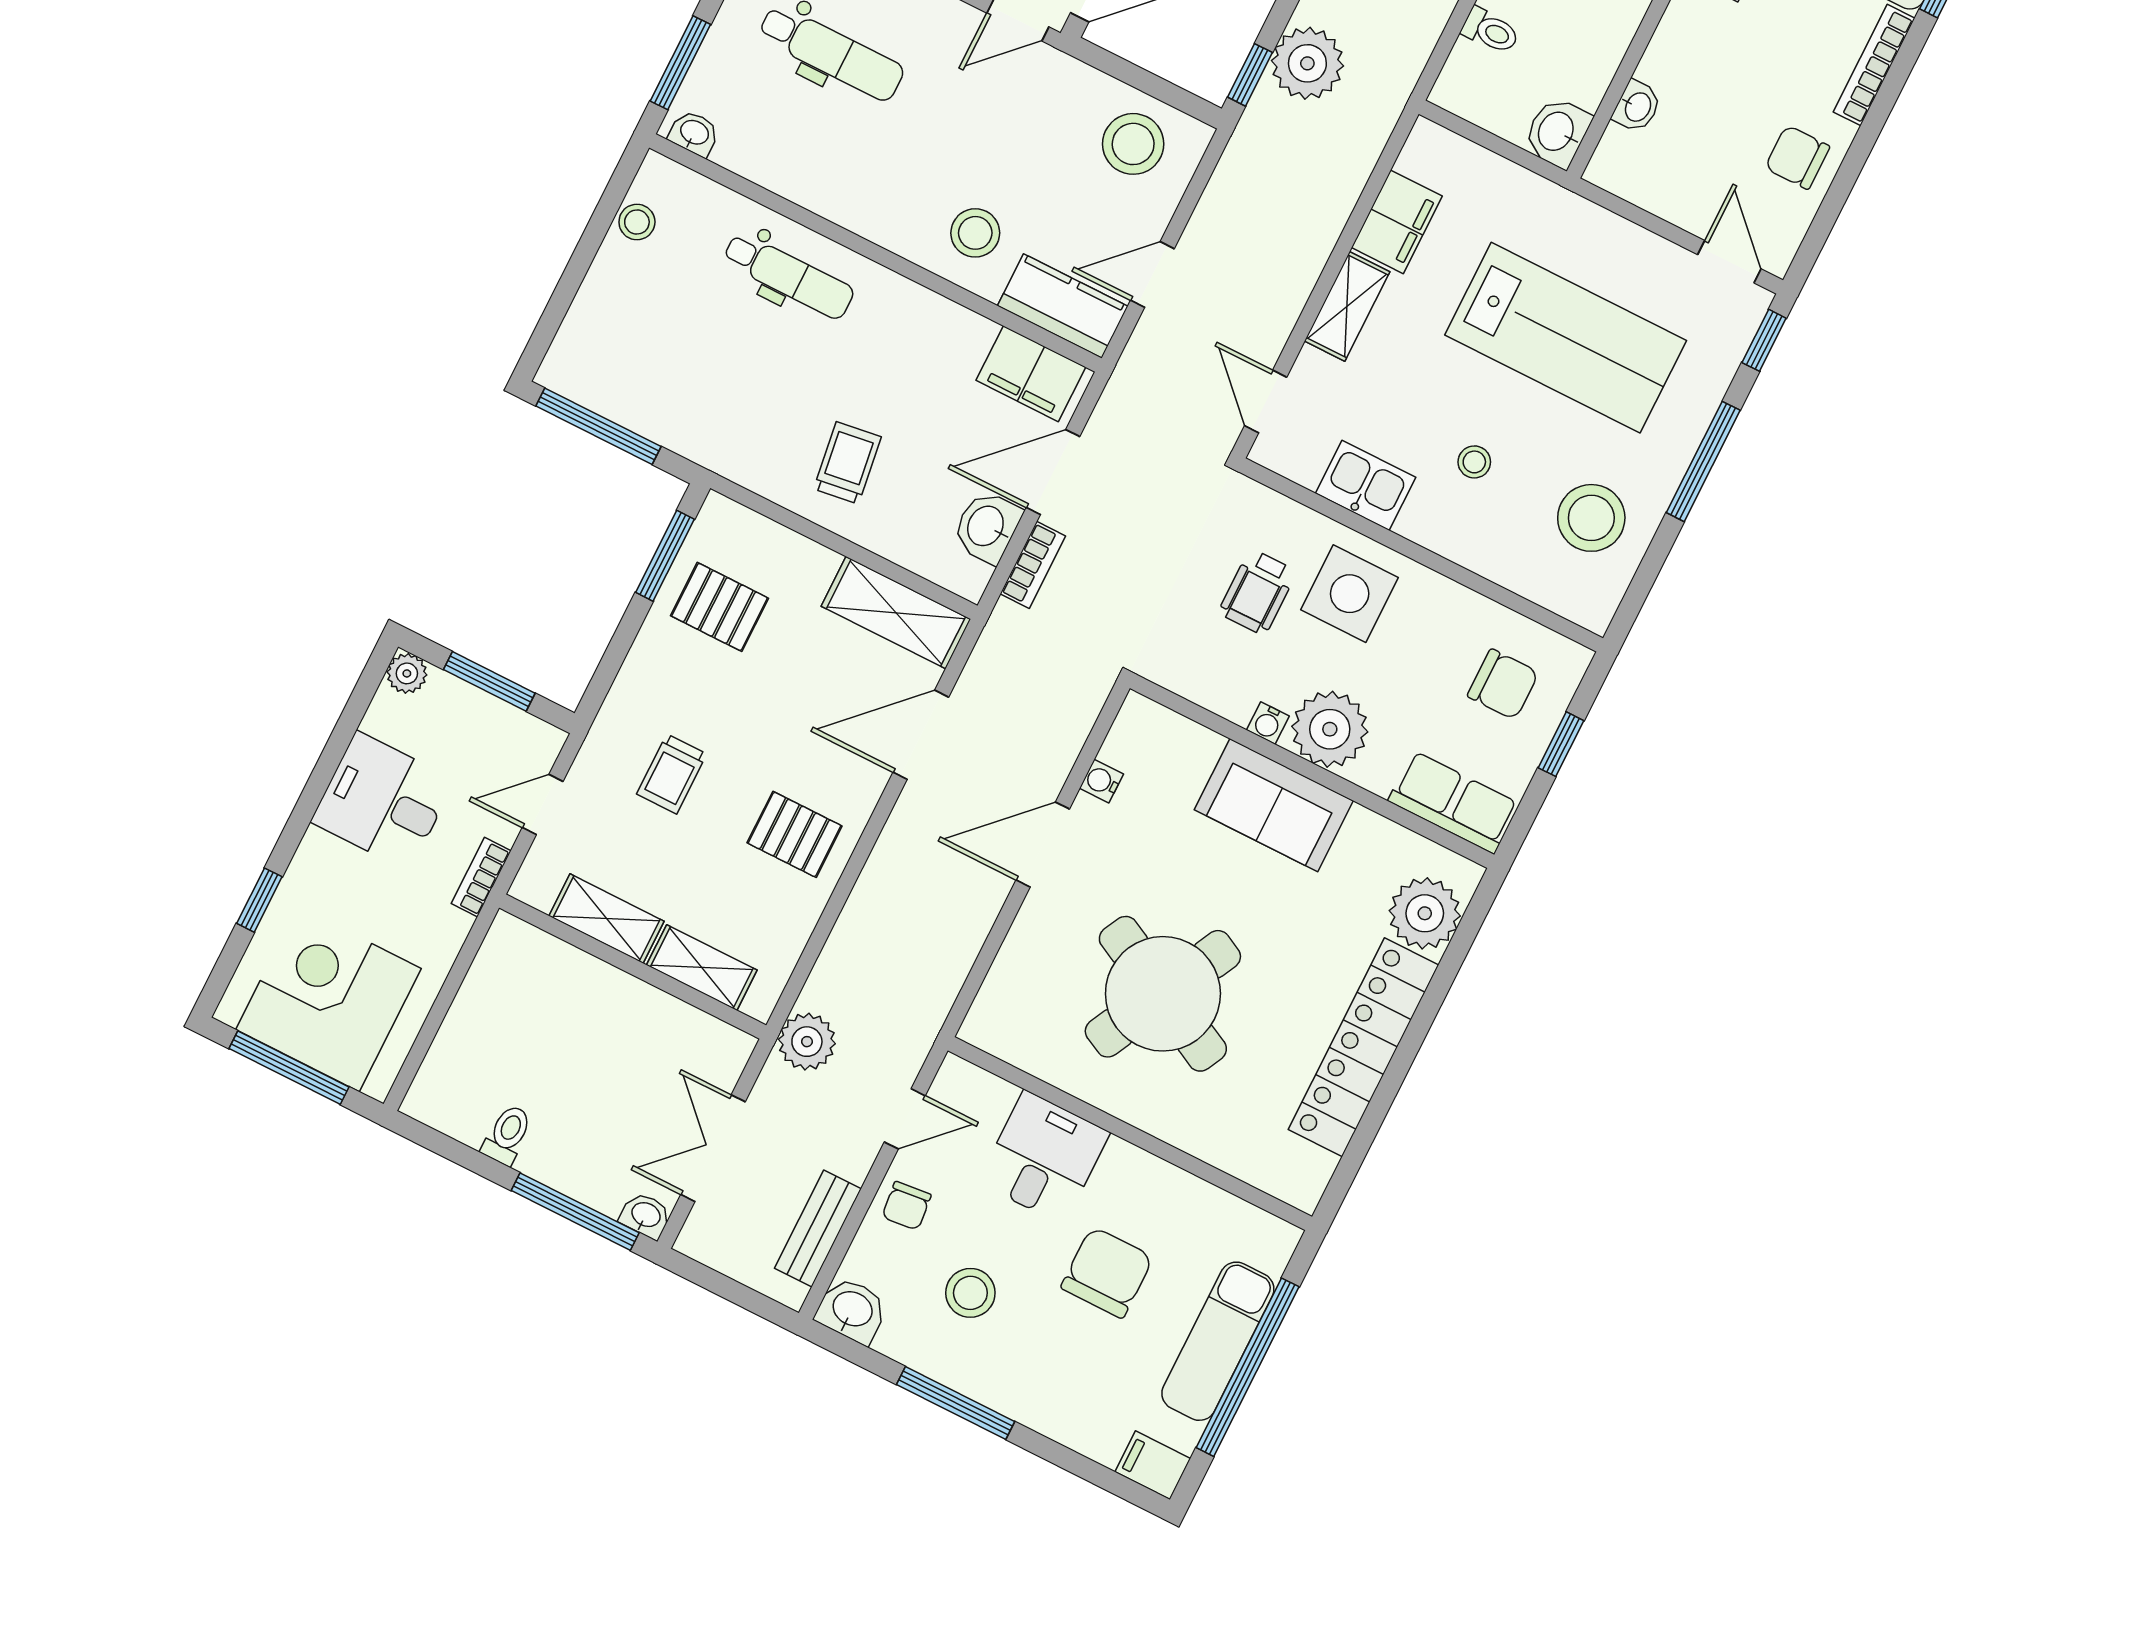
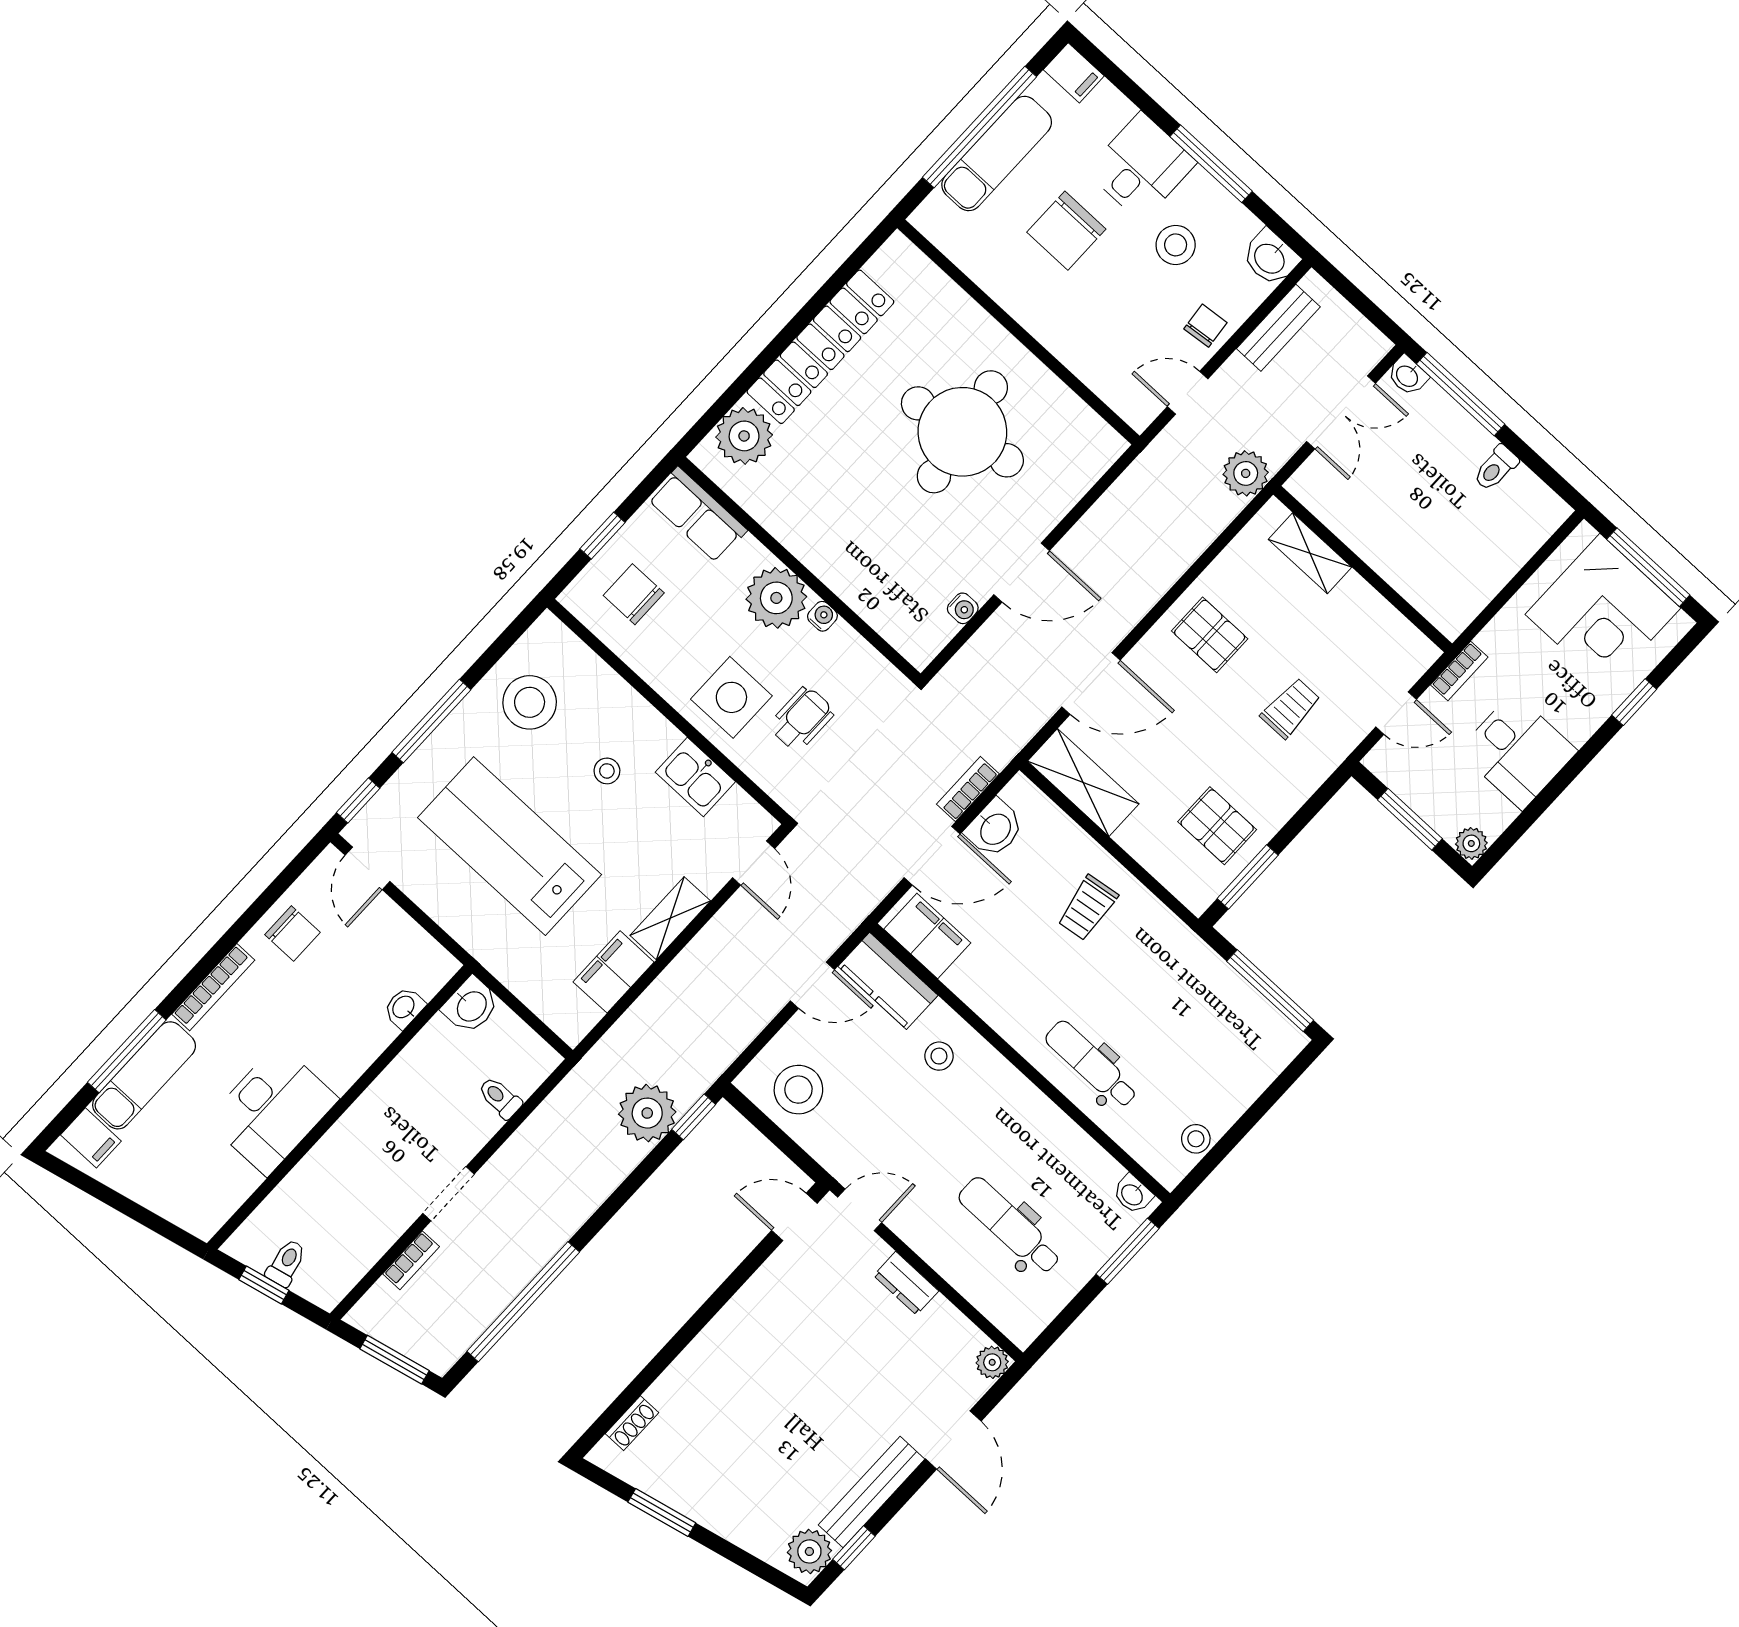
stool: (975, 233) -> (939, 1056), width x0.73, depth x0.73
sofa: (1274, 805) -> (836, 552), removed
shelving: (607, 919) -> (1372, 612), removed
round table: (1163, 994) -> (962, 432), turned -37
desk: (1044, 1157) -> (1141, 167), moved, turned 180

